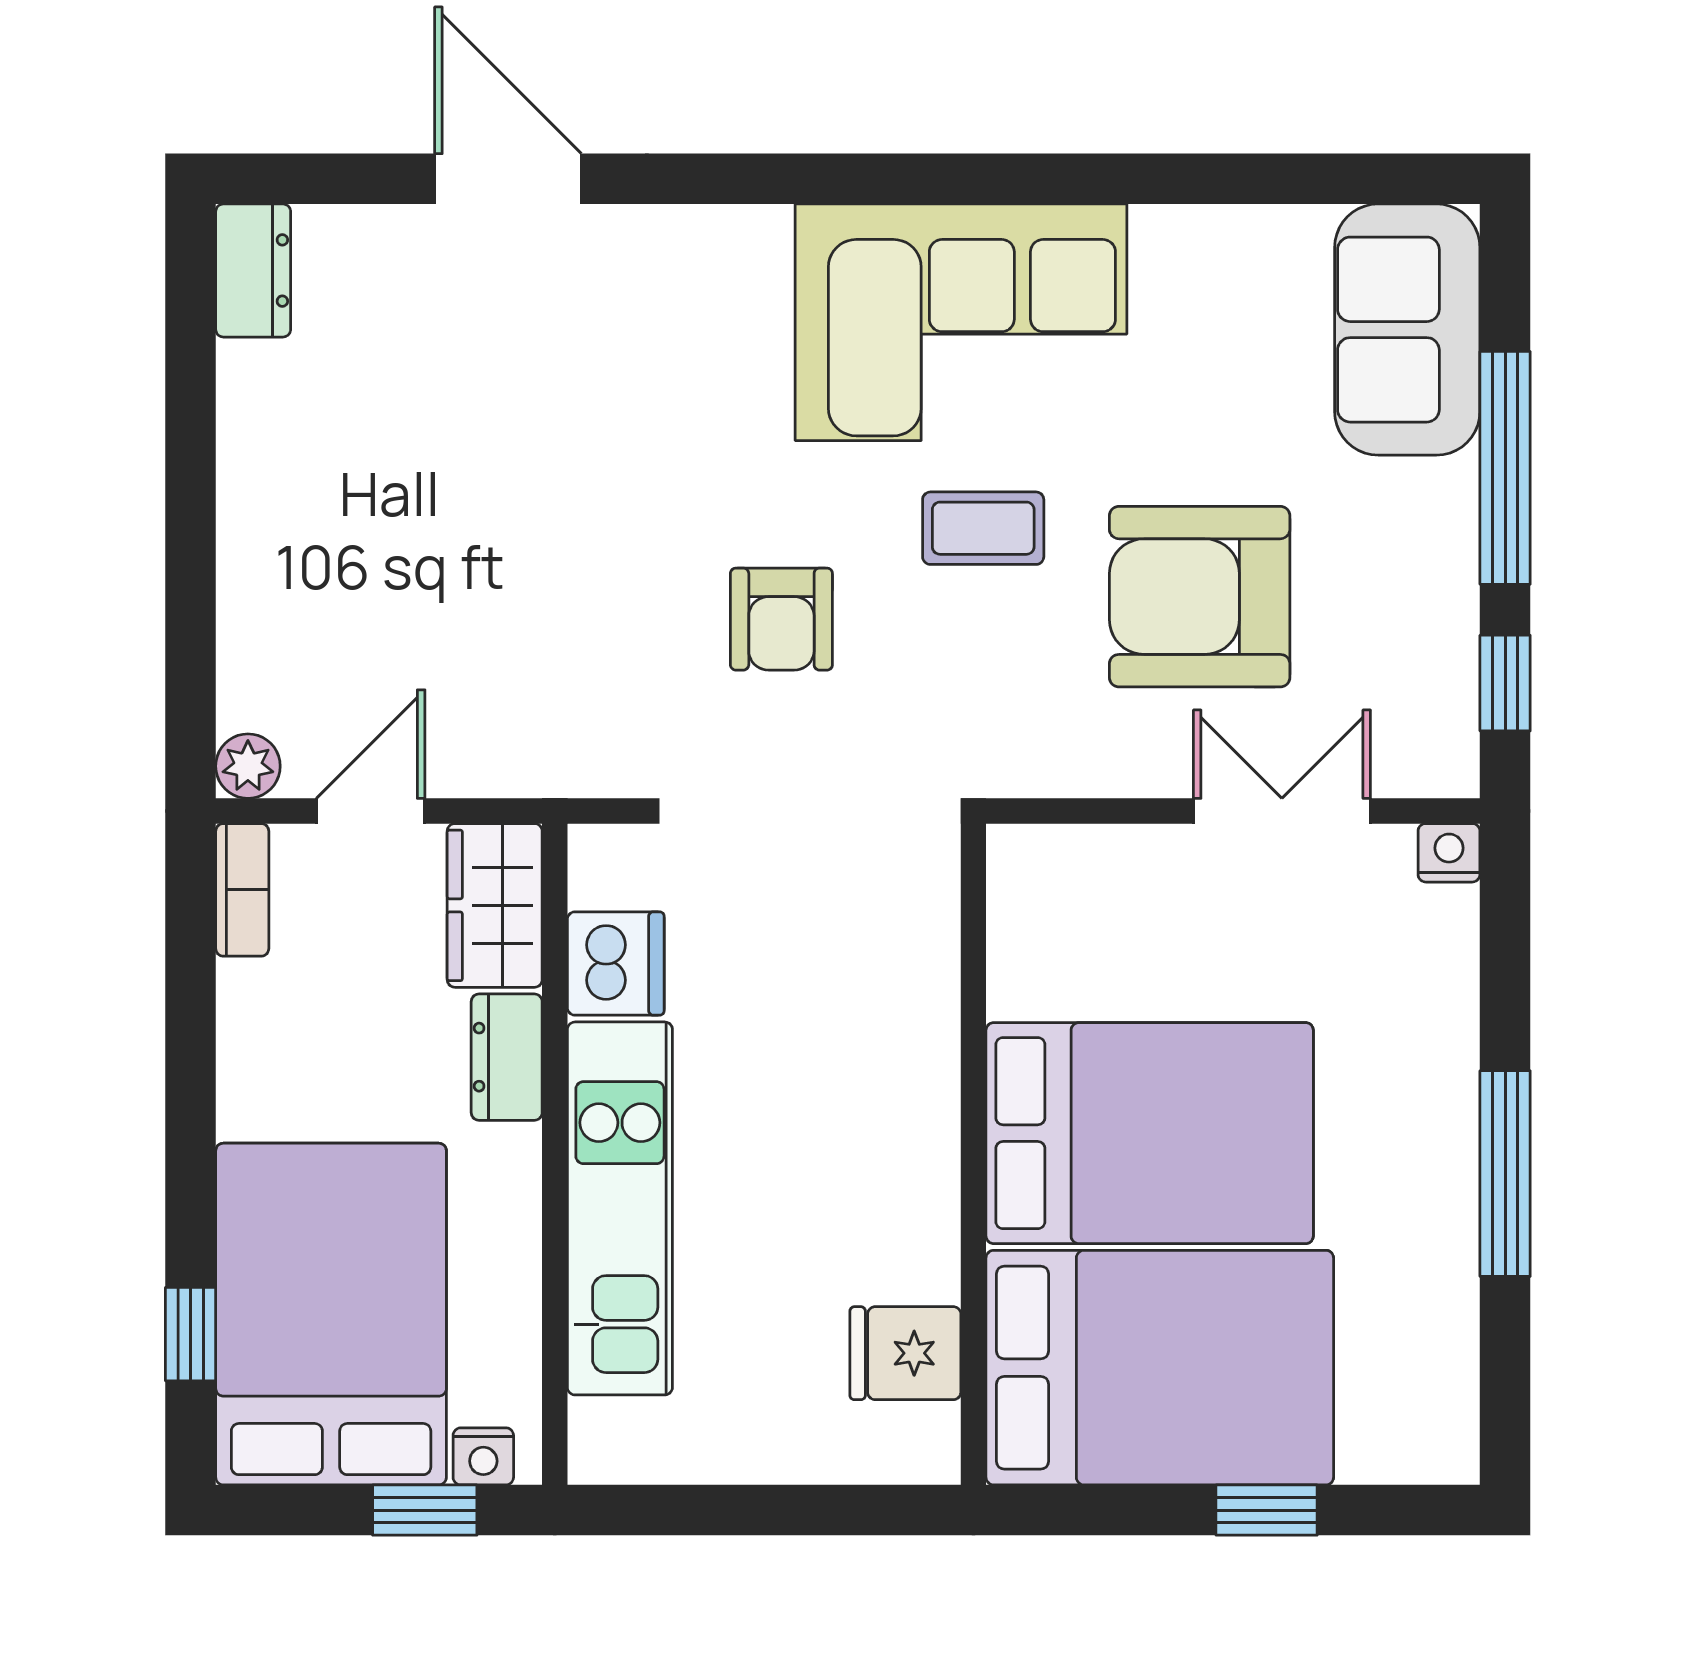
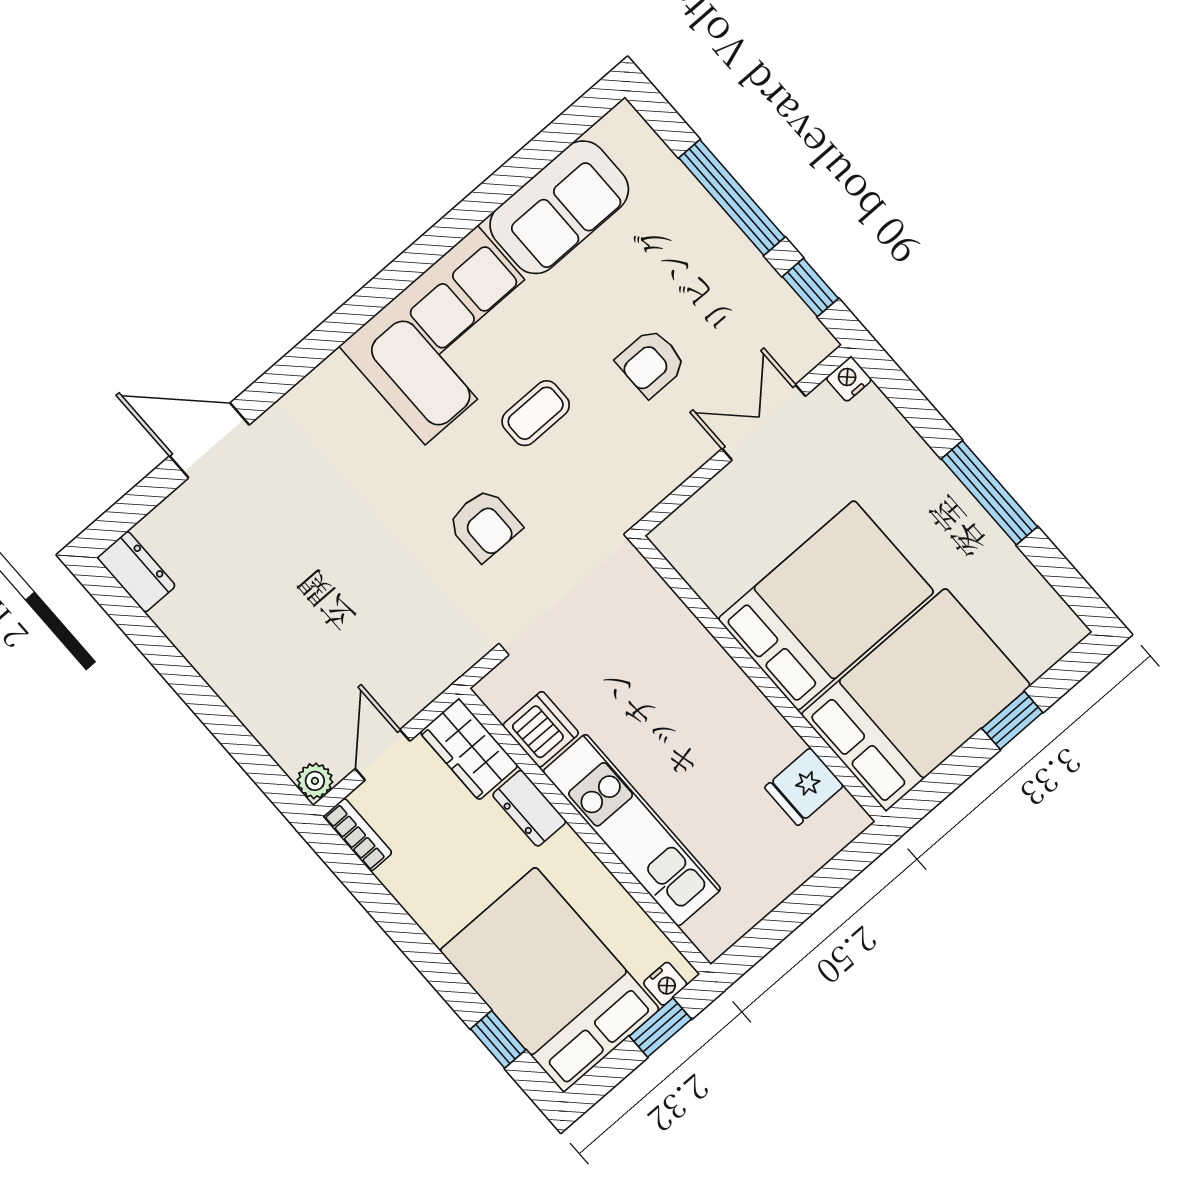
sofa: (1407, 330) -> (559, 207), moved, turned -90
armchair: (1200, 597) -> (651, 363), width x0.53, depth x0.53

